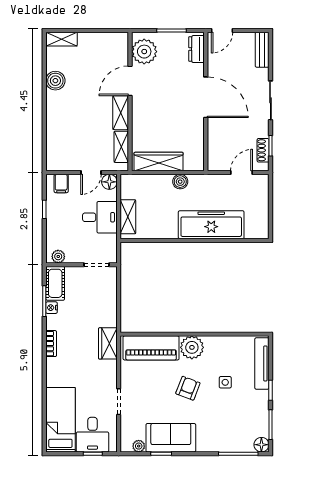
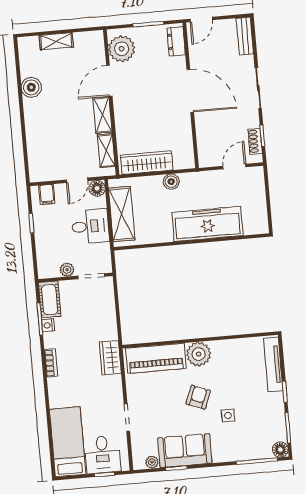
shelving: (62, 39) -> (56, 41), moved
shelving: (128, 217) -> (122, 214), width x1.50, depth x1.33
plant: (58, 256) -> (67, 270), moved
side table: (225, 382) -> (228, 415), moved

